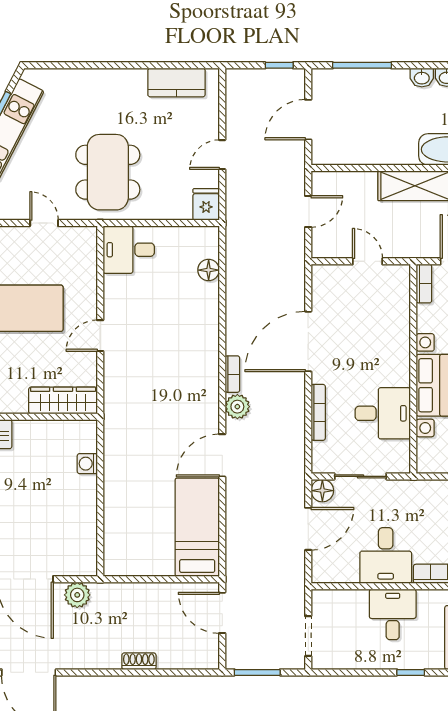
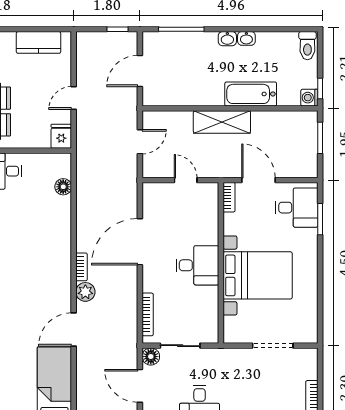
bookcase: (318, 412) -> (148, 314), moved
desk: (383, 413) -> (197, 265), moved
door: (308, 529) -> (140, 386), swing flipped

